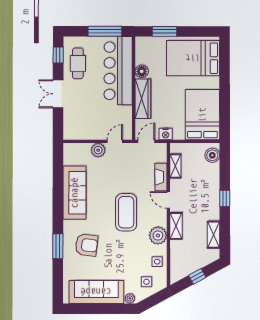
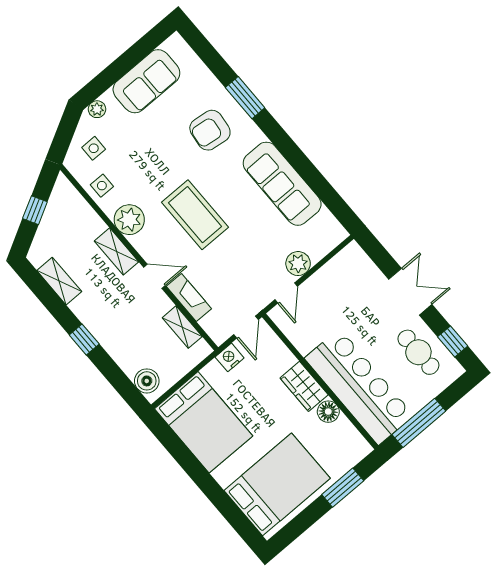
wardrobe: (143, 99) -> (304, 386), width x0.67
sofa: (96, 292) -> (146, 81), width x0.73

